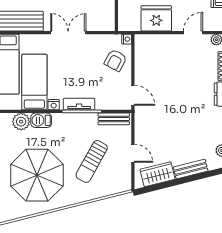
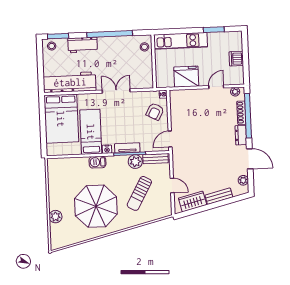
door: (133, 95) -> (170, 139), swing flipped
plant: (21, 122) -> (135, 162), moved

